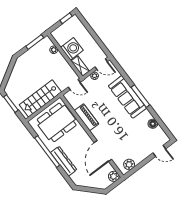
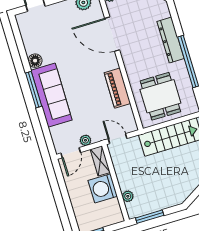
door: (101, 64) -> (71, 153), swing flipped
dining table: (57, 122) -> (160, 96), width x0.73
floor lamp: (153, 124) -> (35, 61), moved
door: (103, 151) -> (112, 34), swing flipped

